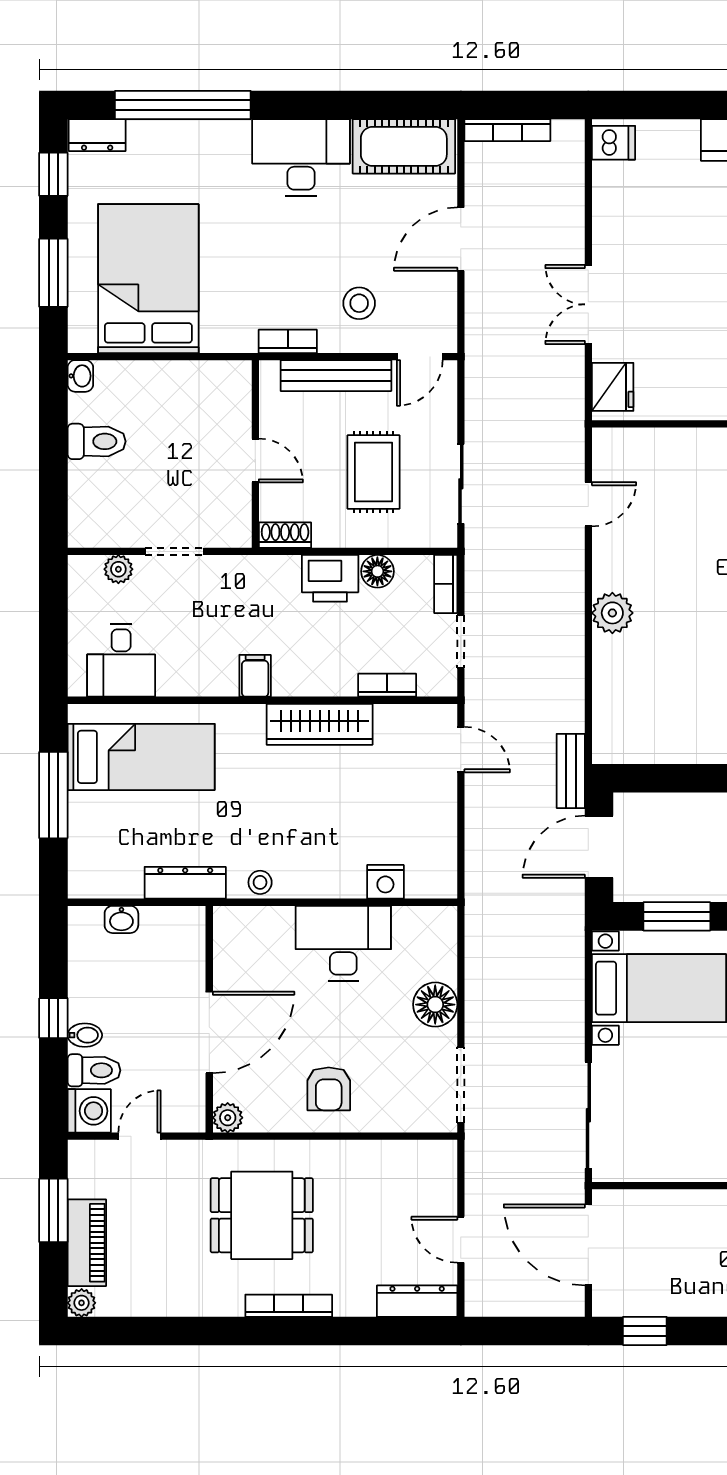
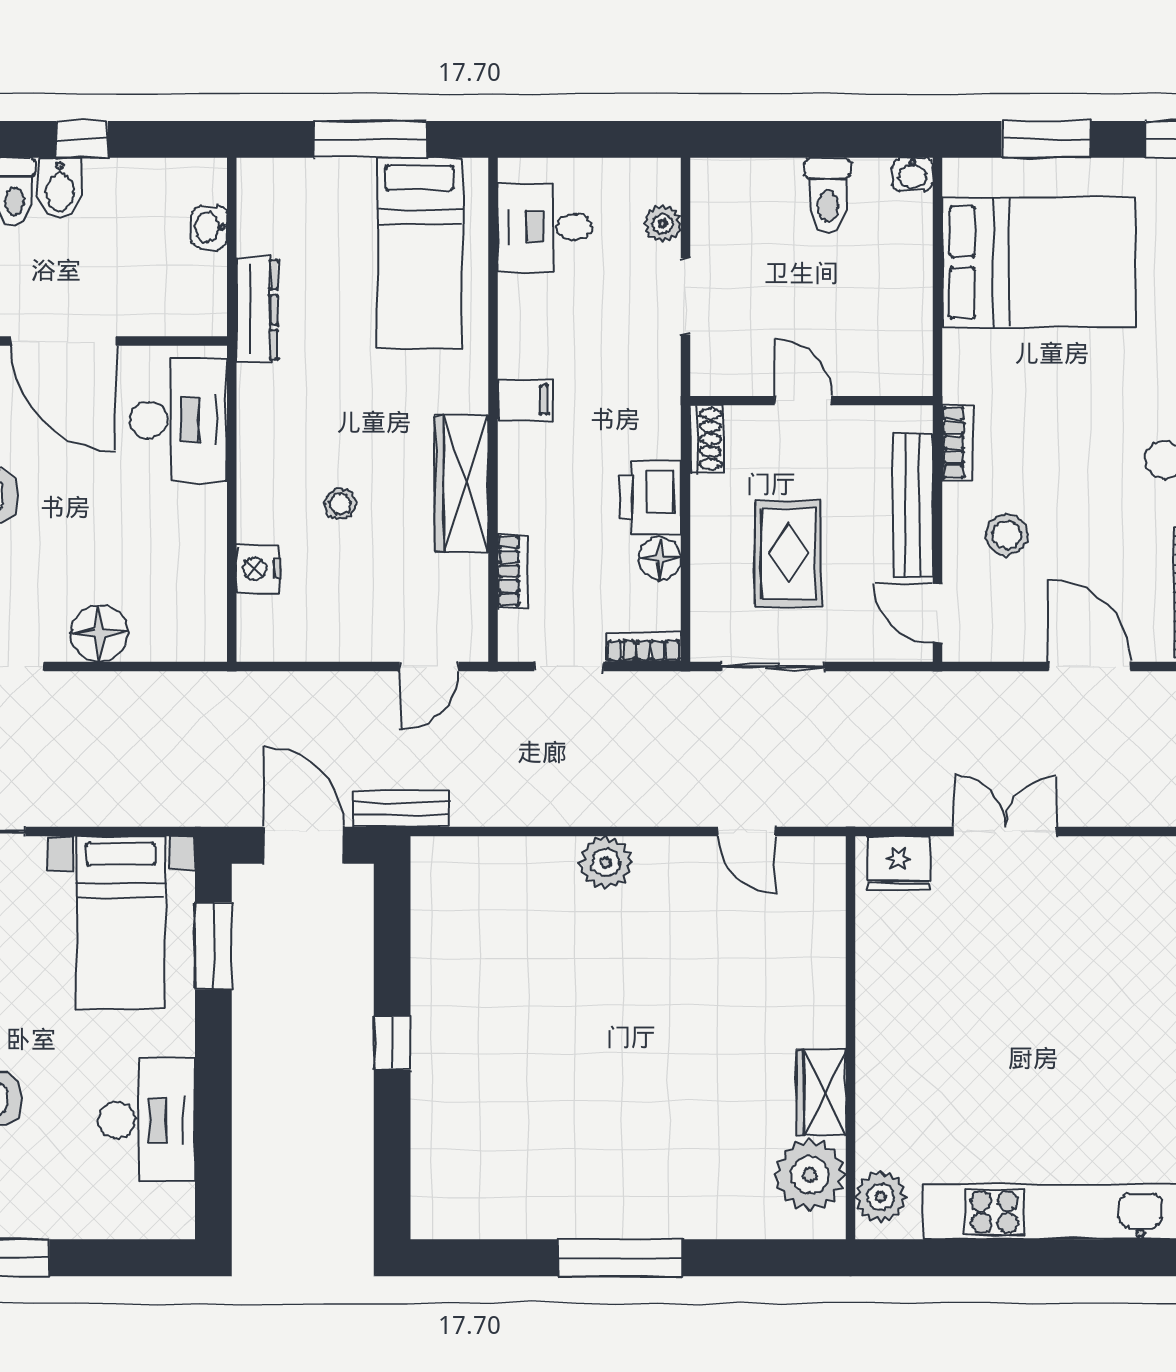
door: (255, 461) -> (803, 401), swing flipped
rug: (373, 472) -> (788, 553), turned 90
stool: (260, 882) -> (340, 504), moved
desk: (343, 943) -> (179, 420), moved
bidet: (85, 1035) -> (60, 188), width x1.38, depth x1.36

